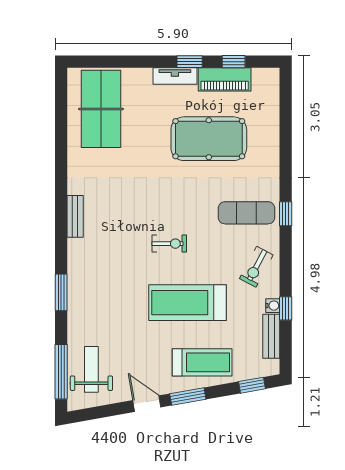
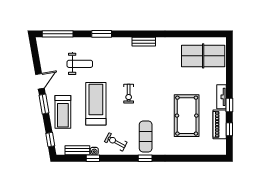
weight bench: (91, 369) -> (80, 64), moved

